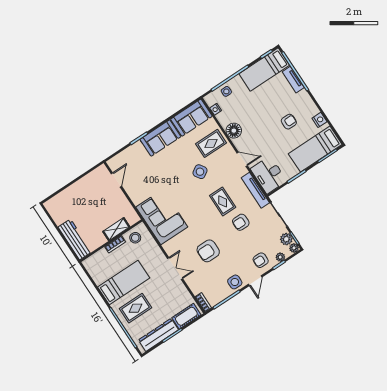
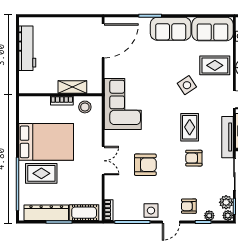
door: (116, 180) -> (103, 41), width x1.87
workbench: (75, 239) -> (27, 48), moved
armchair: (208, 251) -> (145, 165), turned 180
bed: (124, 283) -> (46, 142), width x1.50

